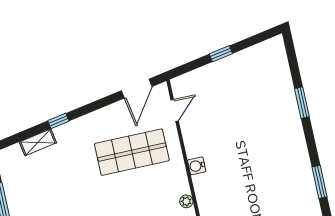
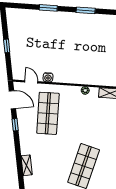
window: (58, 121) -> (15, 125), moved
water cooler: (197, 166) -> (48, 77), moved
window: (320, 182) -> (86, 10), moved

